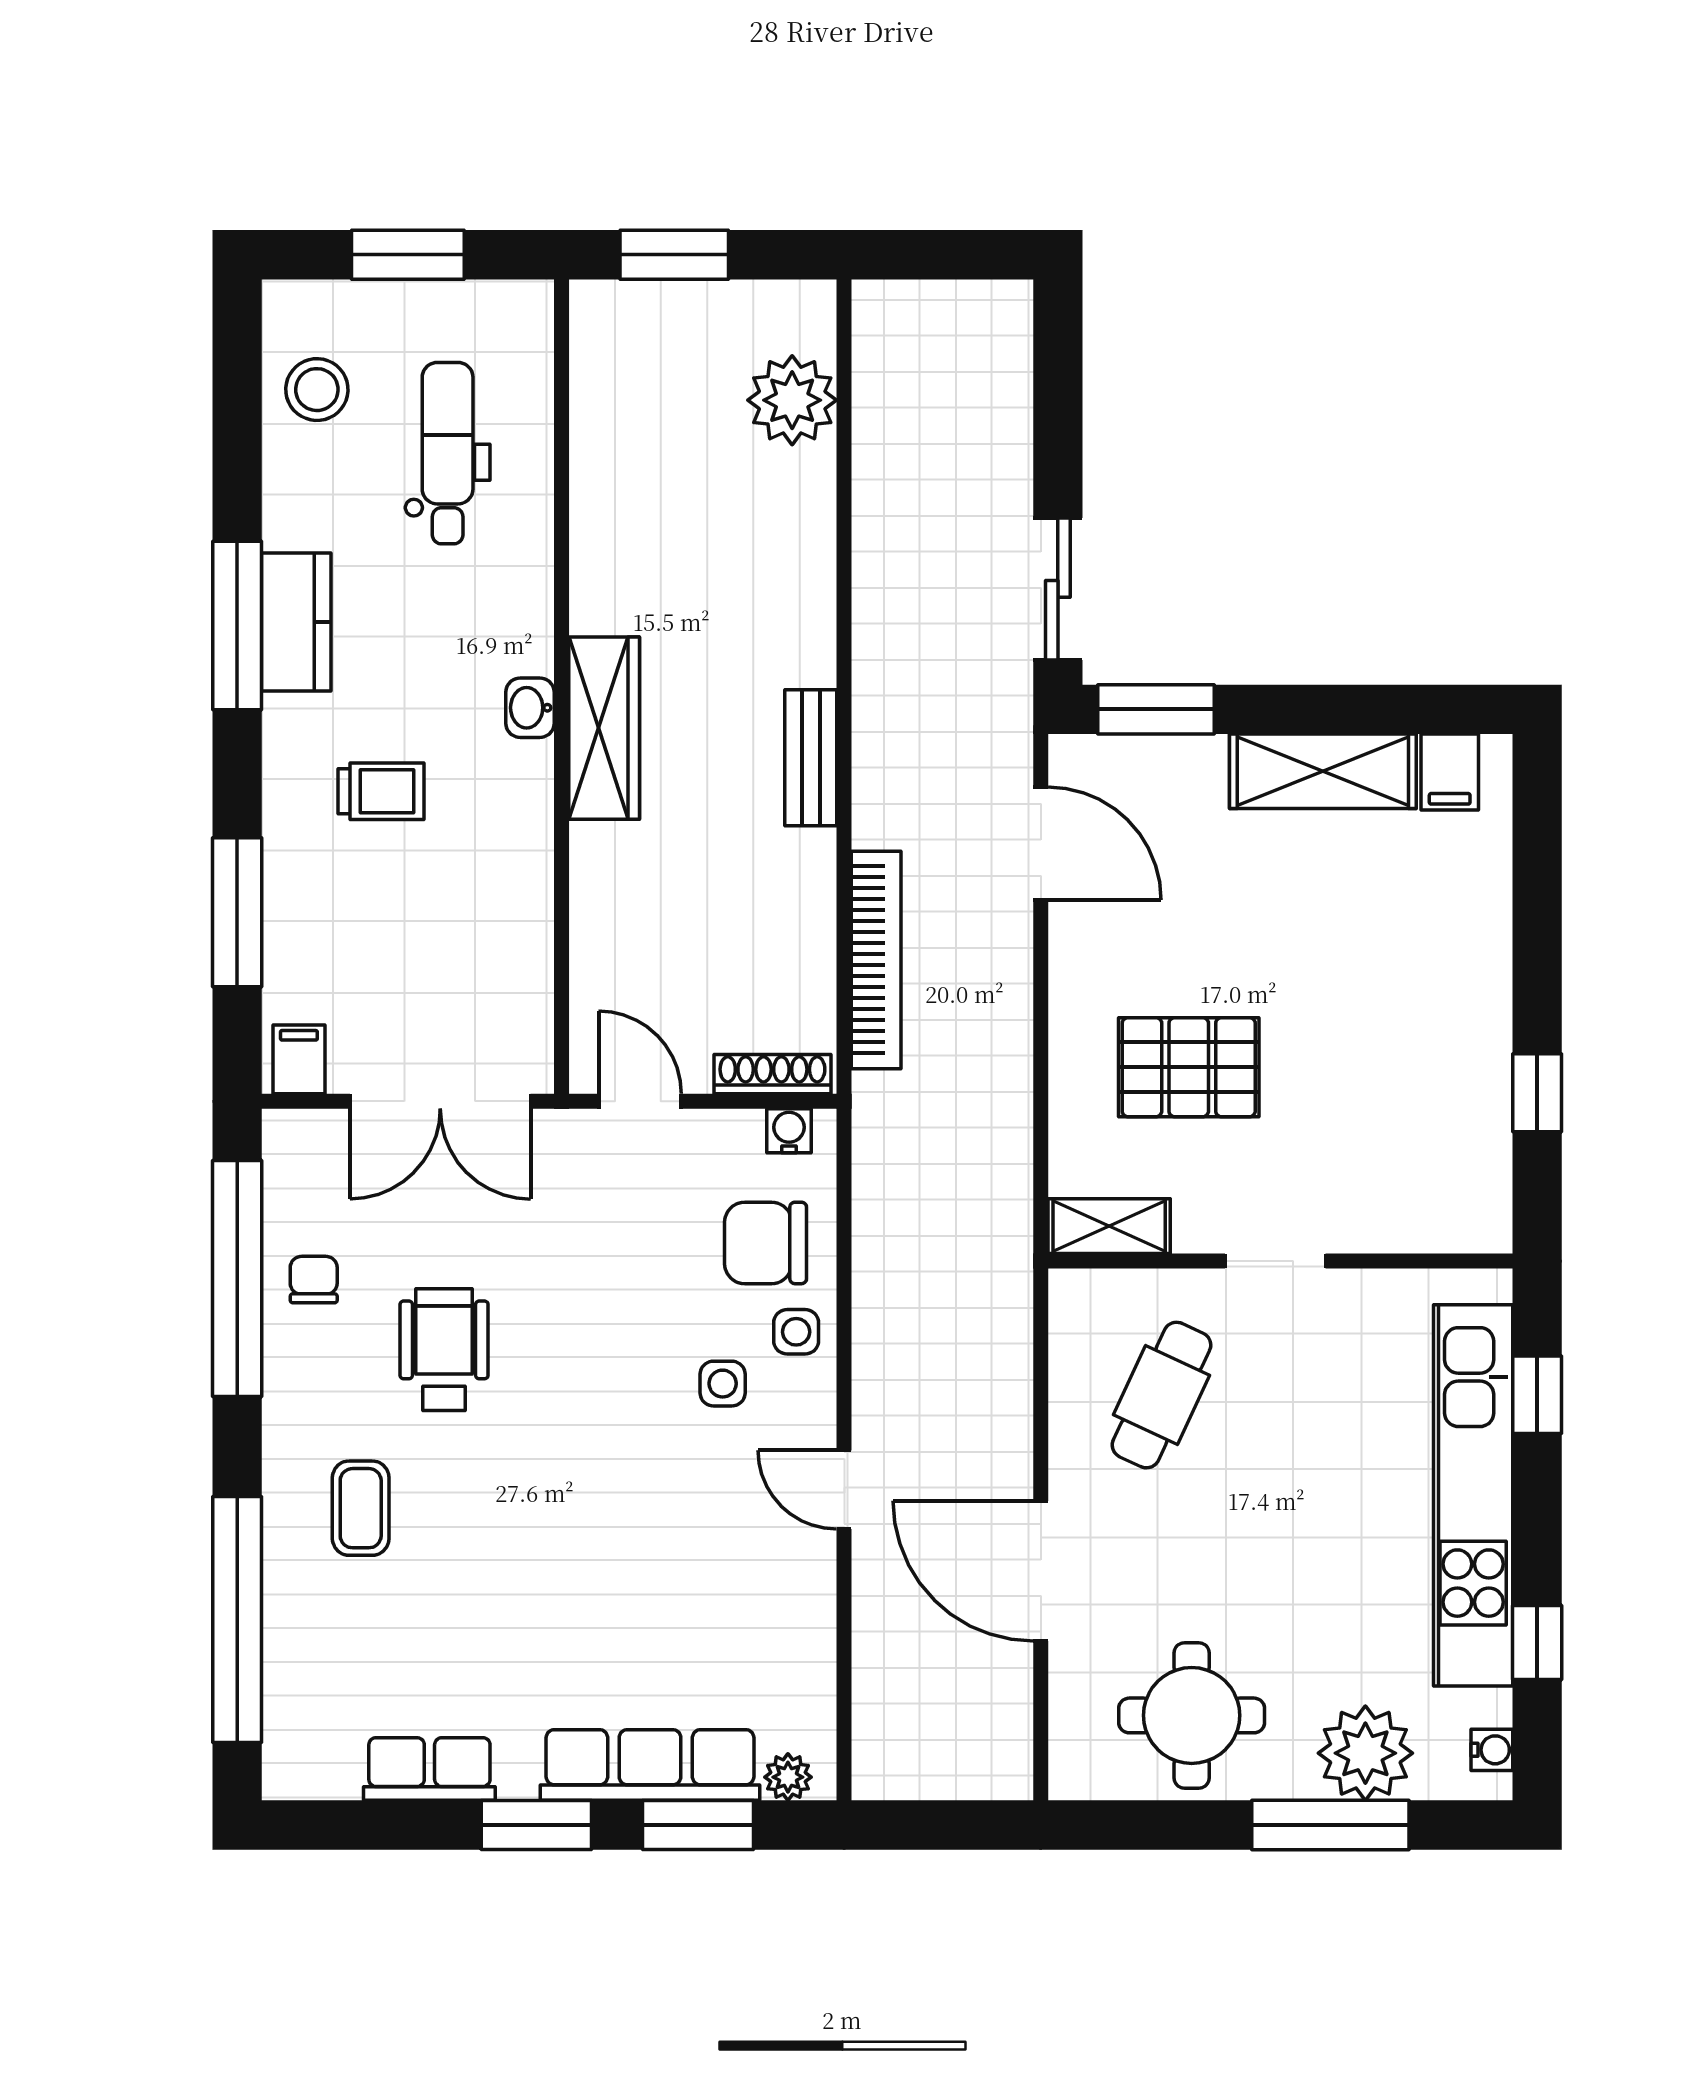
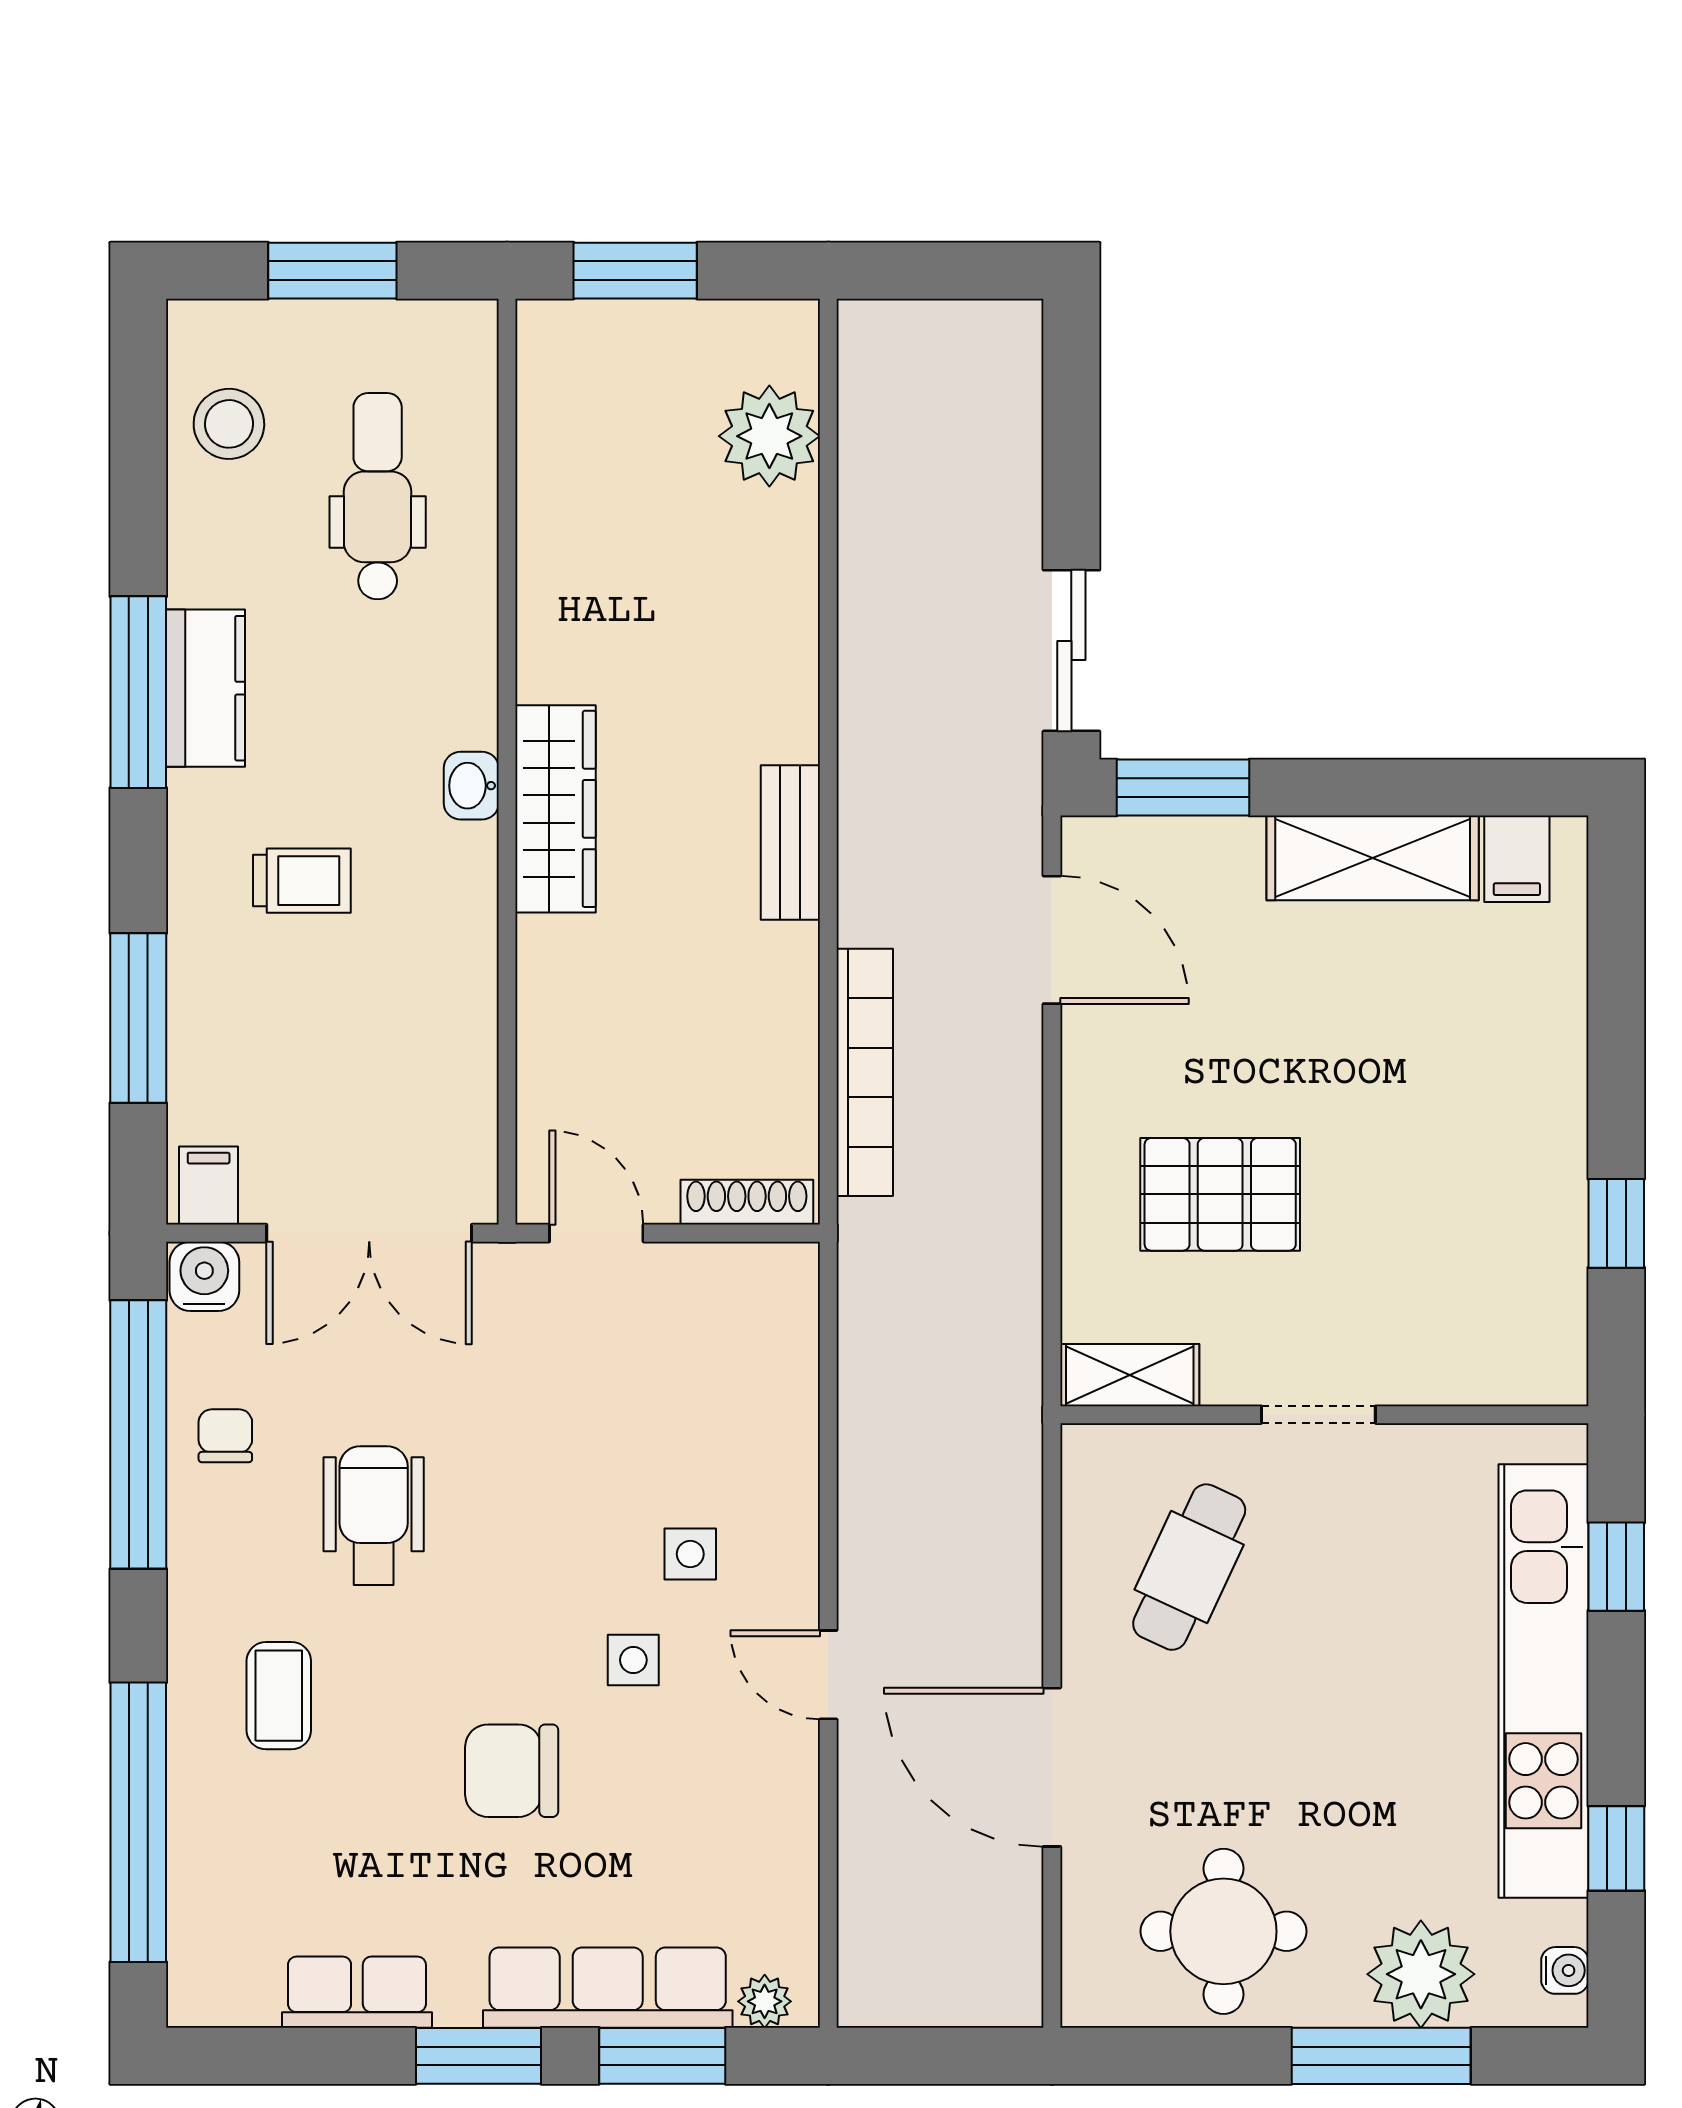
water cooler: (789, 1131) -> (204, 1276), moved, width x1.38, depth x1.38
chair: (766, 1243) -> (512, 1771), moved
side table: (796, 1332) -> (633, 1660), moved

